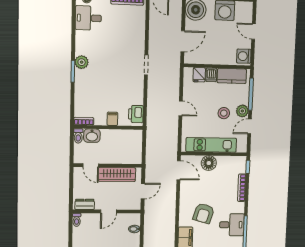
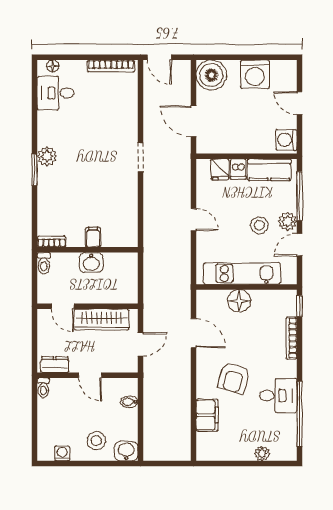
door: (183, 41) -> (194, 121), swing flipped
printer: (136, 114) -> (127, 229), removed
washbasin: (92, 136) -> (91, 262), moved
door: (179, 170) -> (194, 333), moved
door: (109, 211) -> (90, 375), hinge flipped

